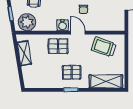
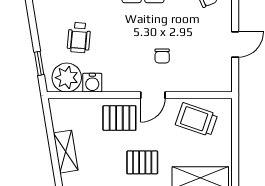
water cooler: (62, 25) -> (92, 83), moved
door: (78, 33) -> (153, 95), swing flipped
shelving: (24, 53) -> (66, 152), moved

